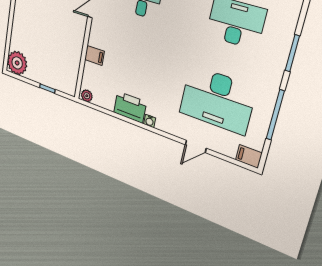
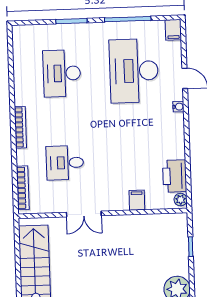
desk: (217, 100) -> (134, 71), turned 180
printer: (130, 107) -> (175, 176), moved
water cooler: (150, 121) -> (178, 107), moved

